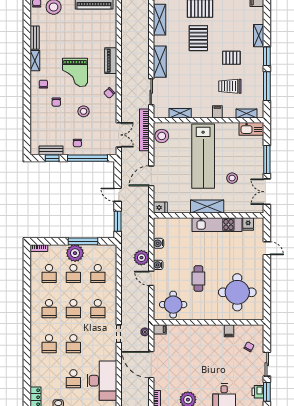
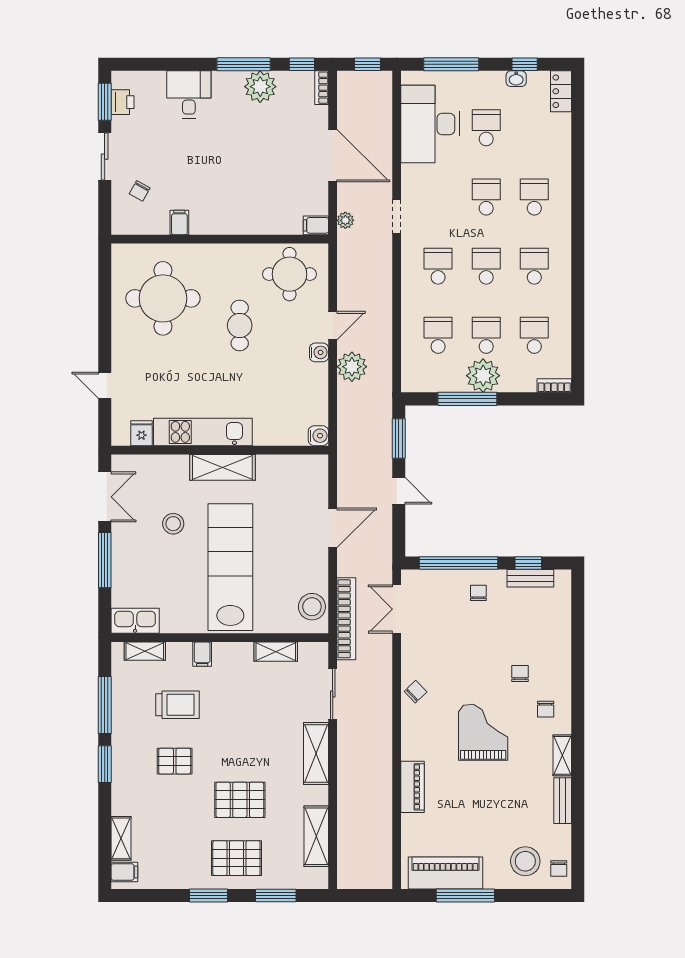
shelving: (259, 36) -> (121, 838), moved
pallet: (198, 38) -> (240, 800), turned 90
piano: (111, 61) -> (412, 787), moved
stool: (84, 111) -> (466, 655), removed
fridge: (160, 208) -> (315, 466), removed
water cooler: (158, 243) -> (318, 436), moved
door: (151, 278) -> (333, 326), hinge flipped

